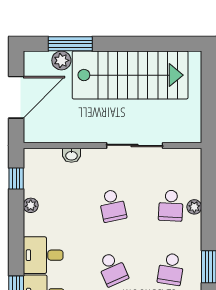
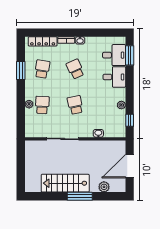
window: (70, 44) -> (80, 196), moved
stairs: (130, 75) -> (65, 183), width x0.73, depth x0.66

